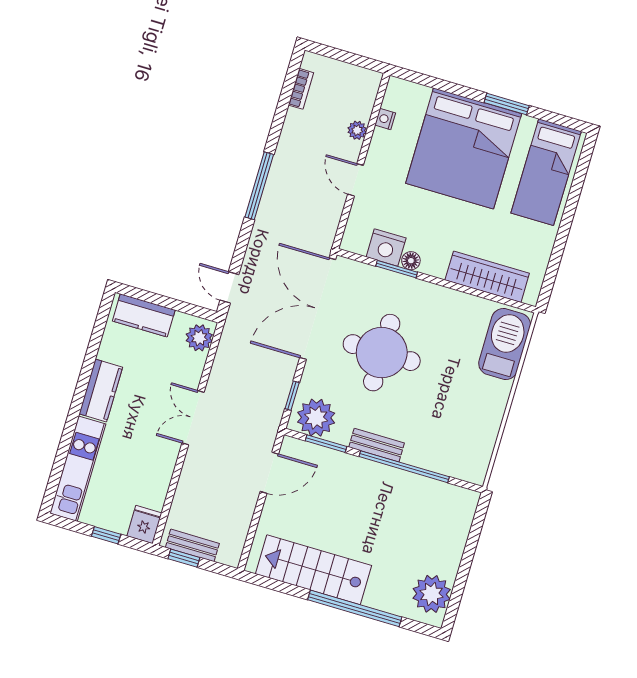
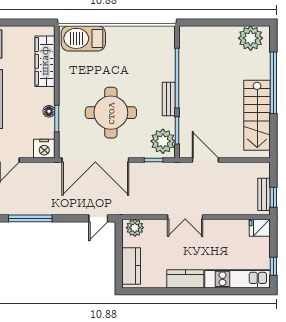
nightstand: (386, 247) -> (44, 149), moved, turned 90
window: (106, 535) -> (273, 266), moved

